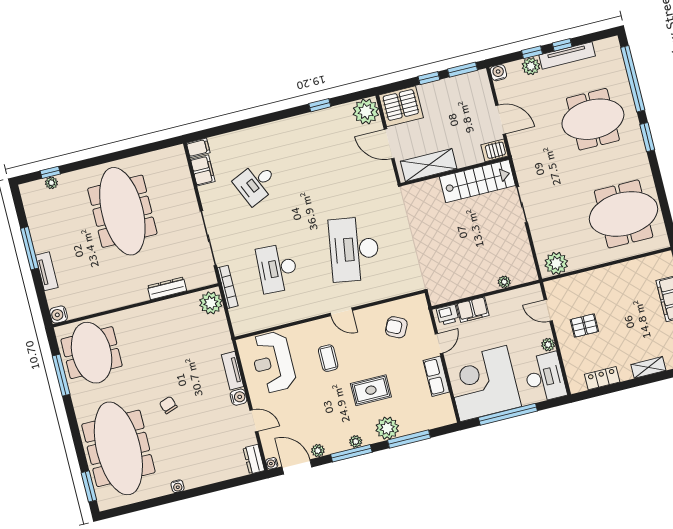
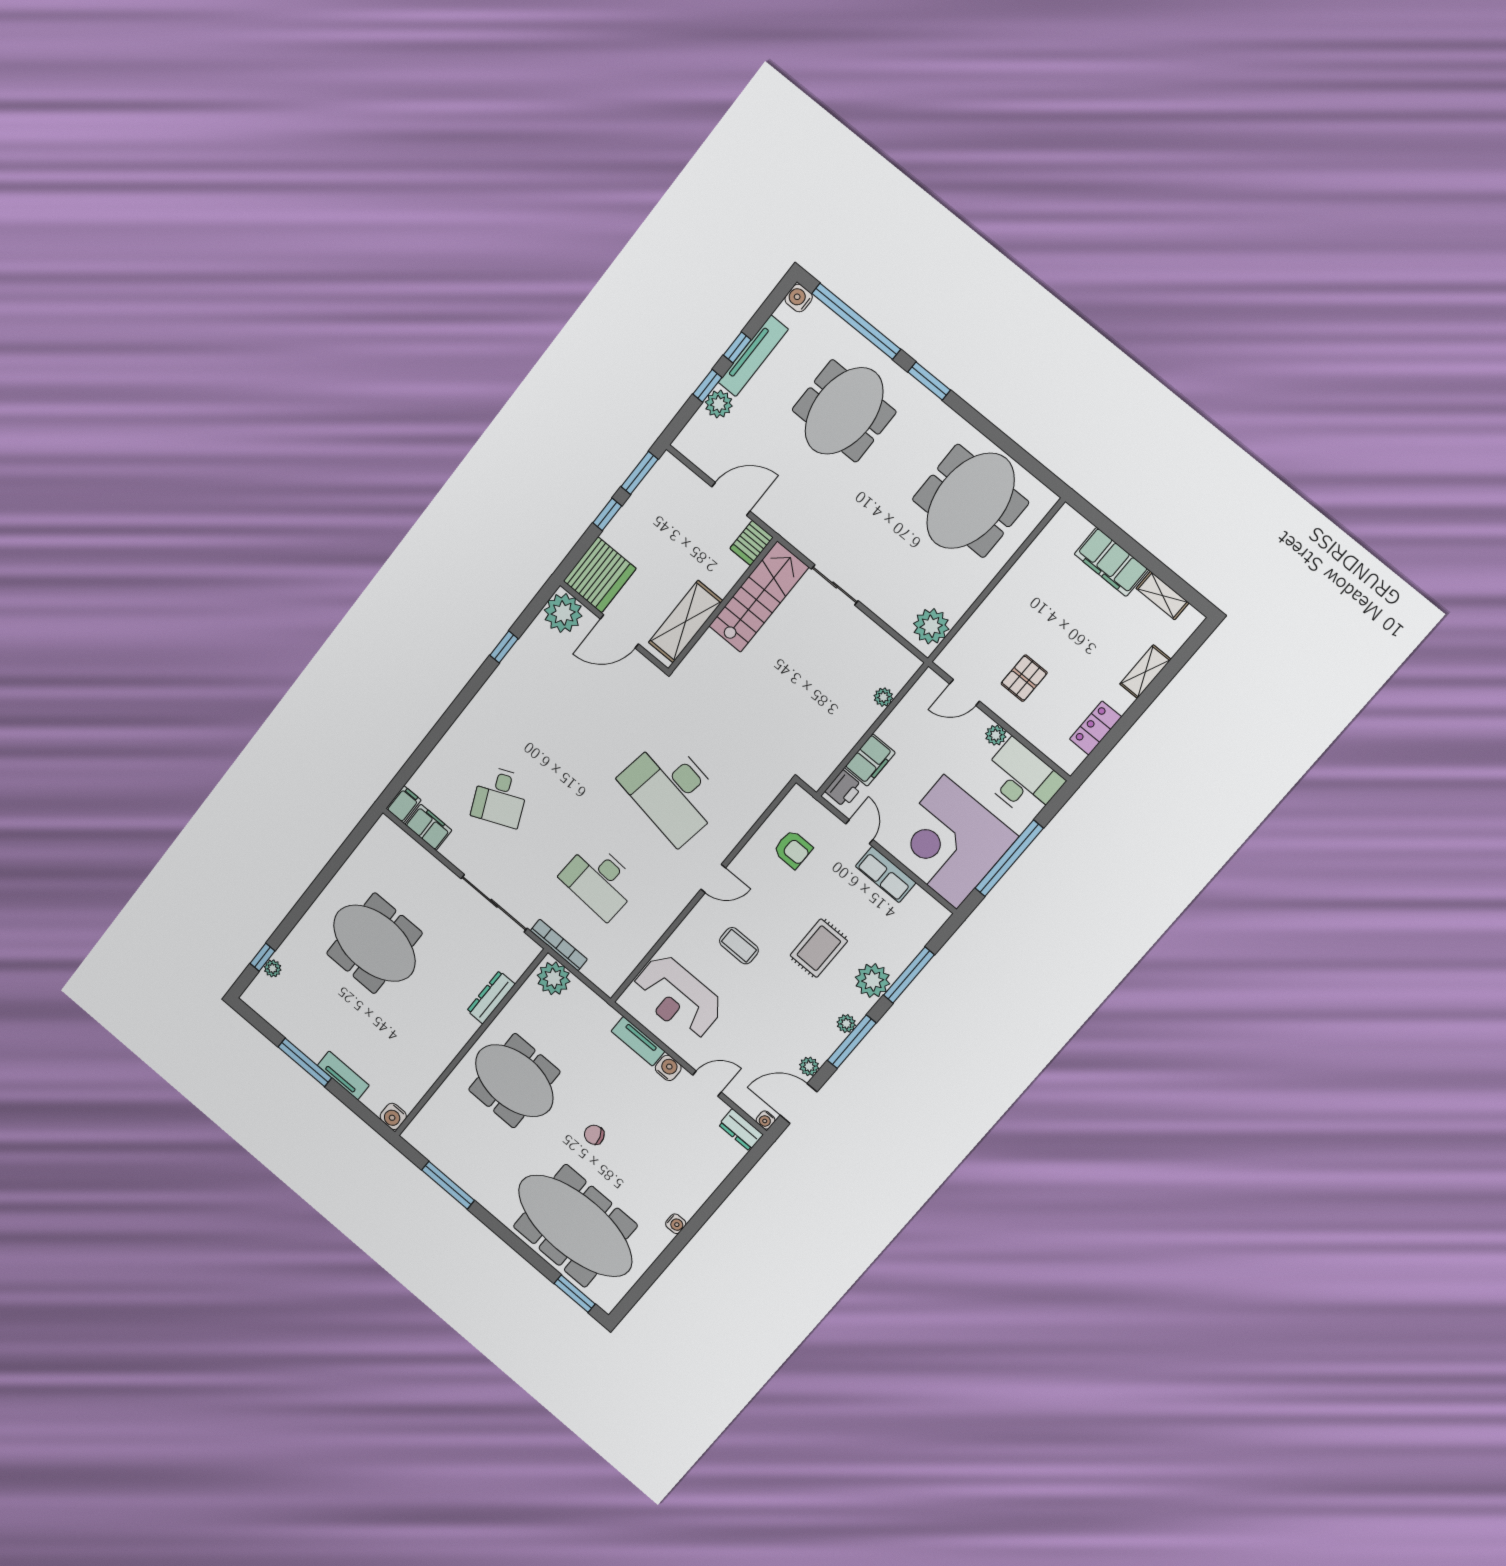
water cooler: (498, 73) -> (799, 298), moved
meeting table: (122, 211) -> (374, 943), width x0.73
armchair: (396, 327) -> (793, 849), turned -116
meeting table: (92, 353) -> (514, 1081), moved

